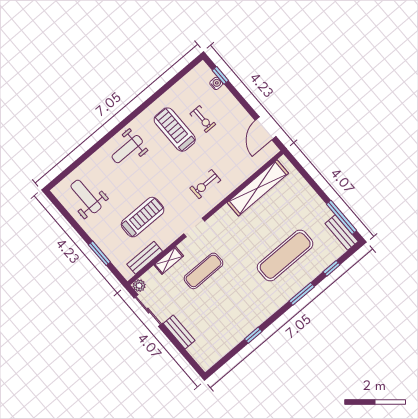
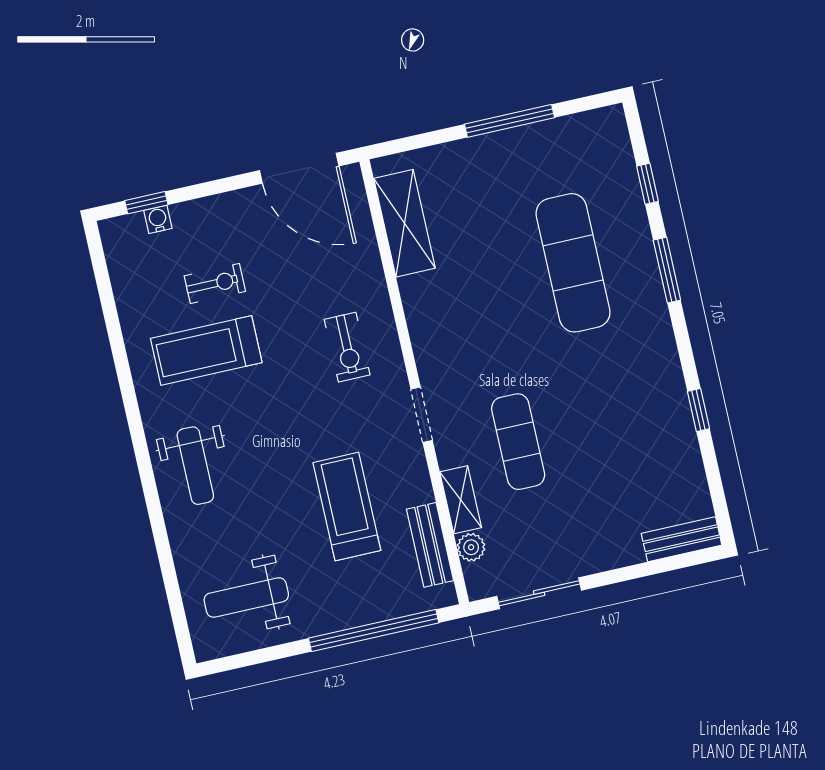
door: (266, 128) -> (299, 168), width x1.36
shelving: (258, 188) -> (404, 223), width x0.68
window: (342, 217) -> (509, 121), moved
bench: (342, 232) -> (587, 126), removed
window: (99, 253) -> (374, 630), width x2.11
plant: (139, 286) -> (471, 547), moved
bench: (179, 332) -> (682, 539), moved

